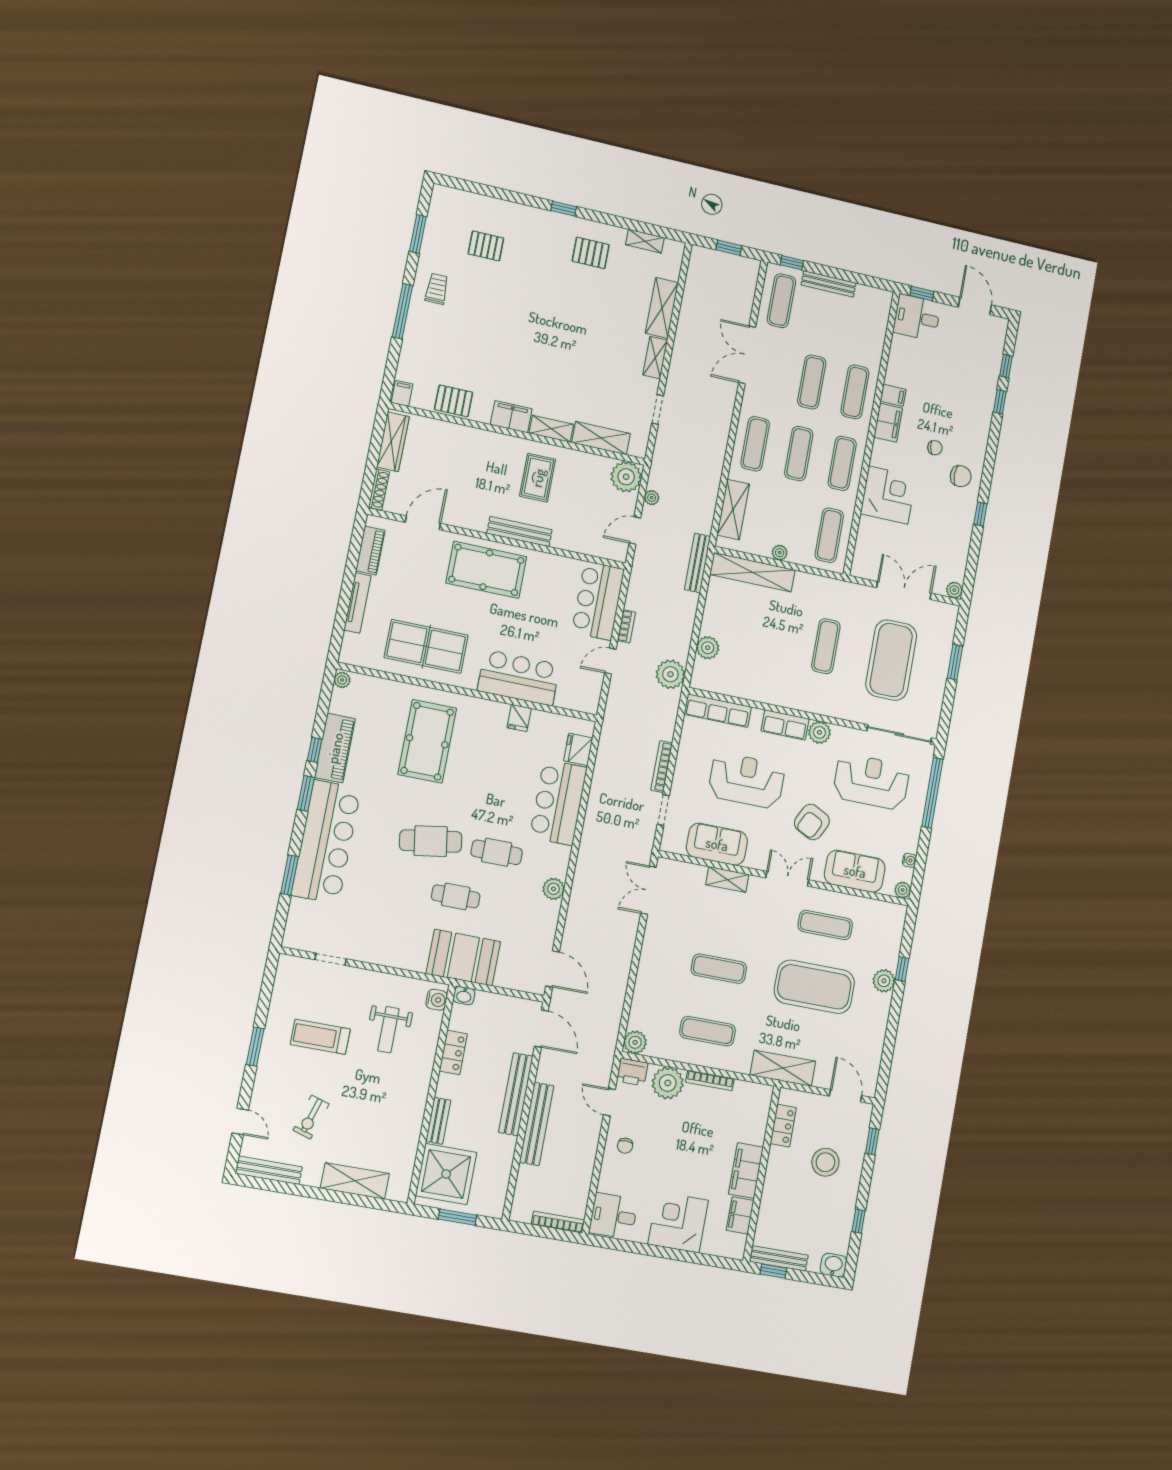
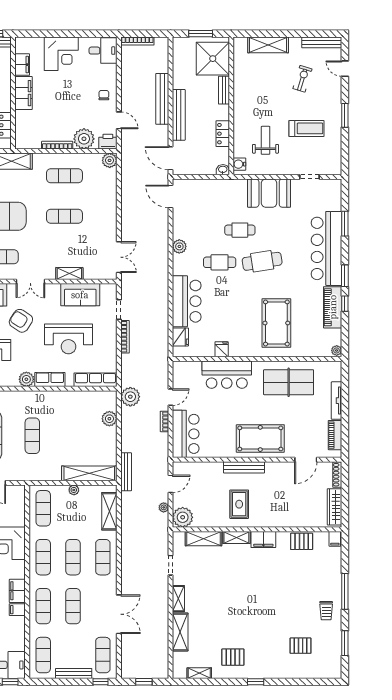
exercise mat: (868, 321) -> (43, 655), added
armchair: (812, 822) -> (21, 321), turned -84
booth: (463, 958) -> (269, 193), moved

